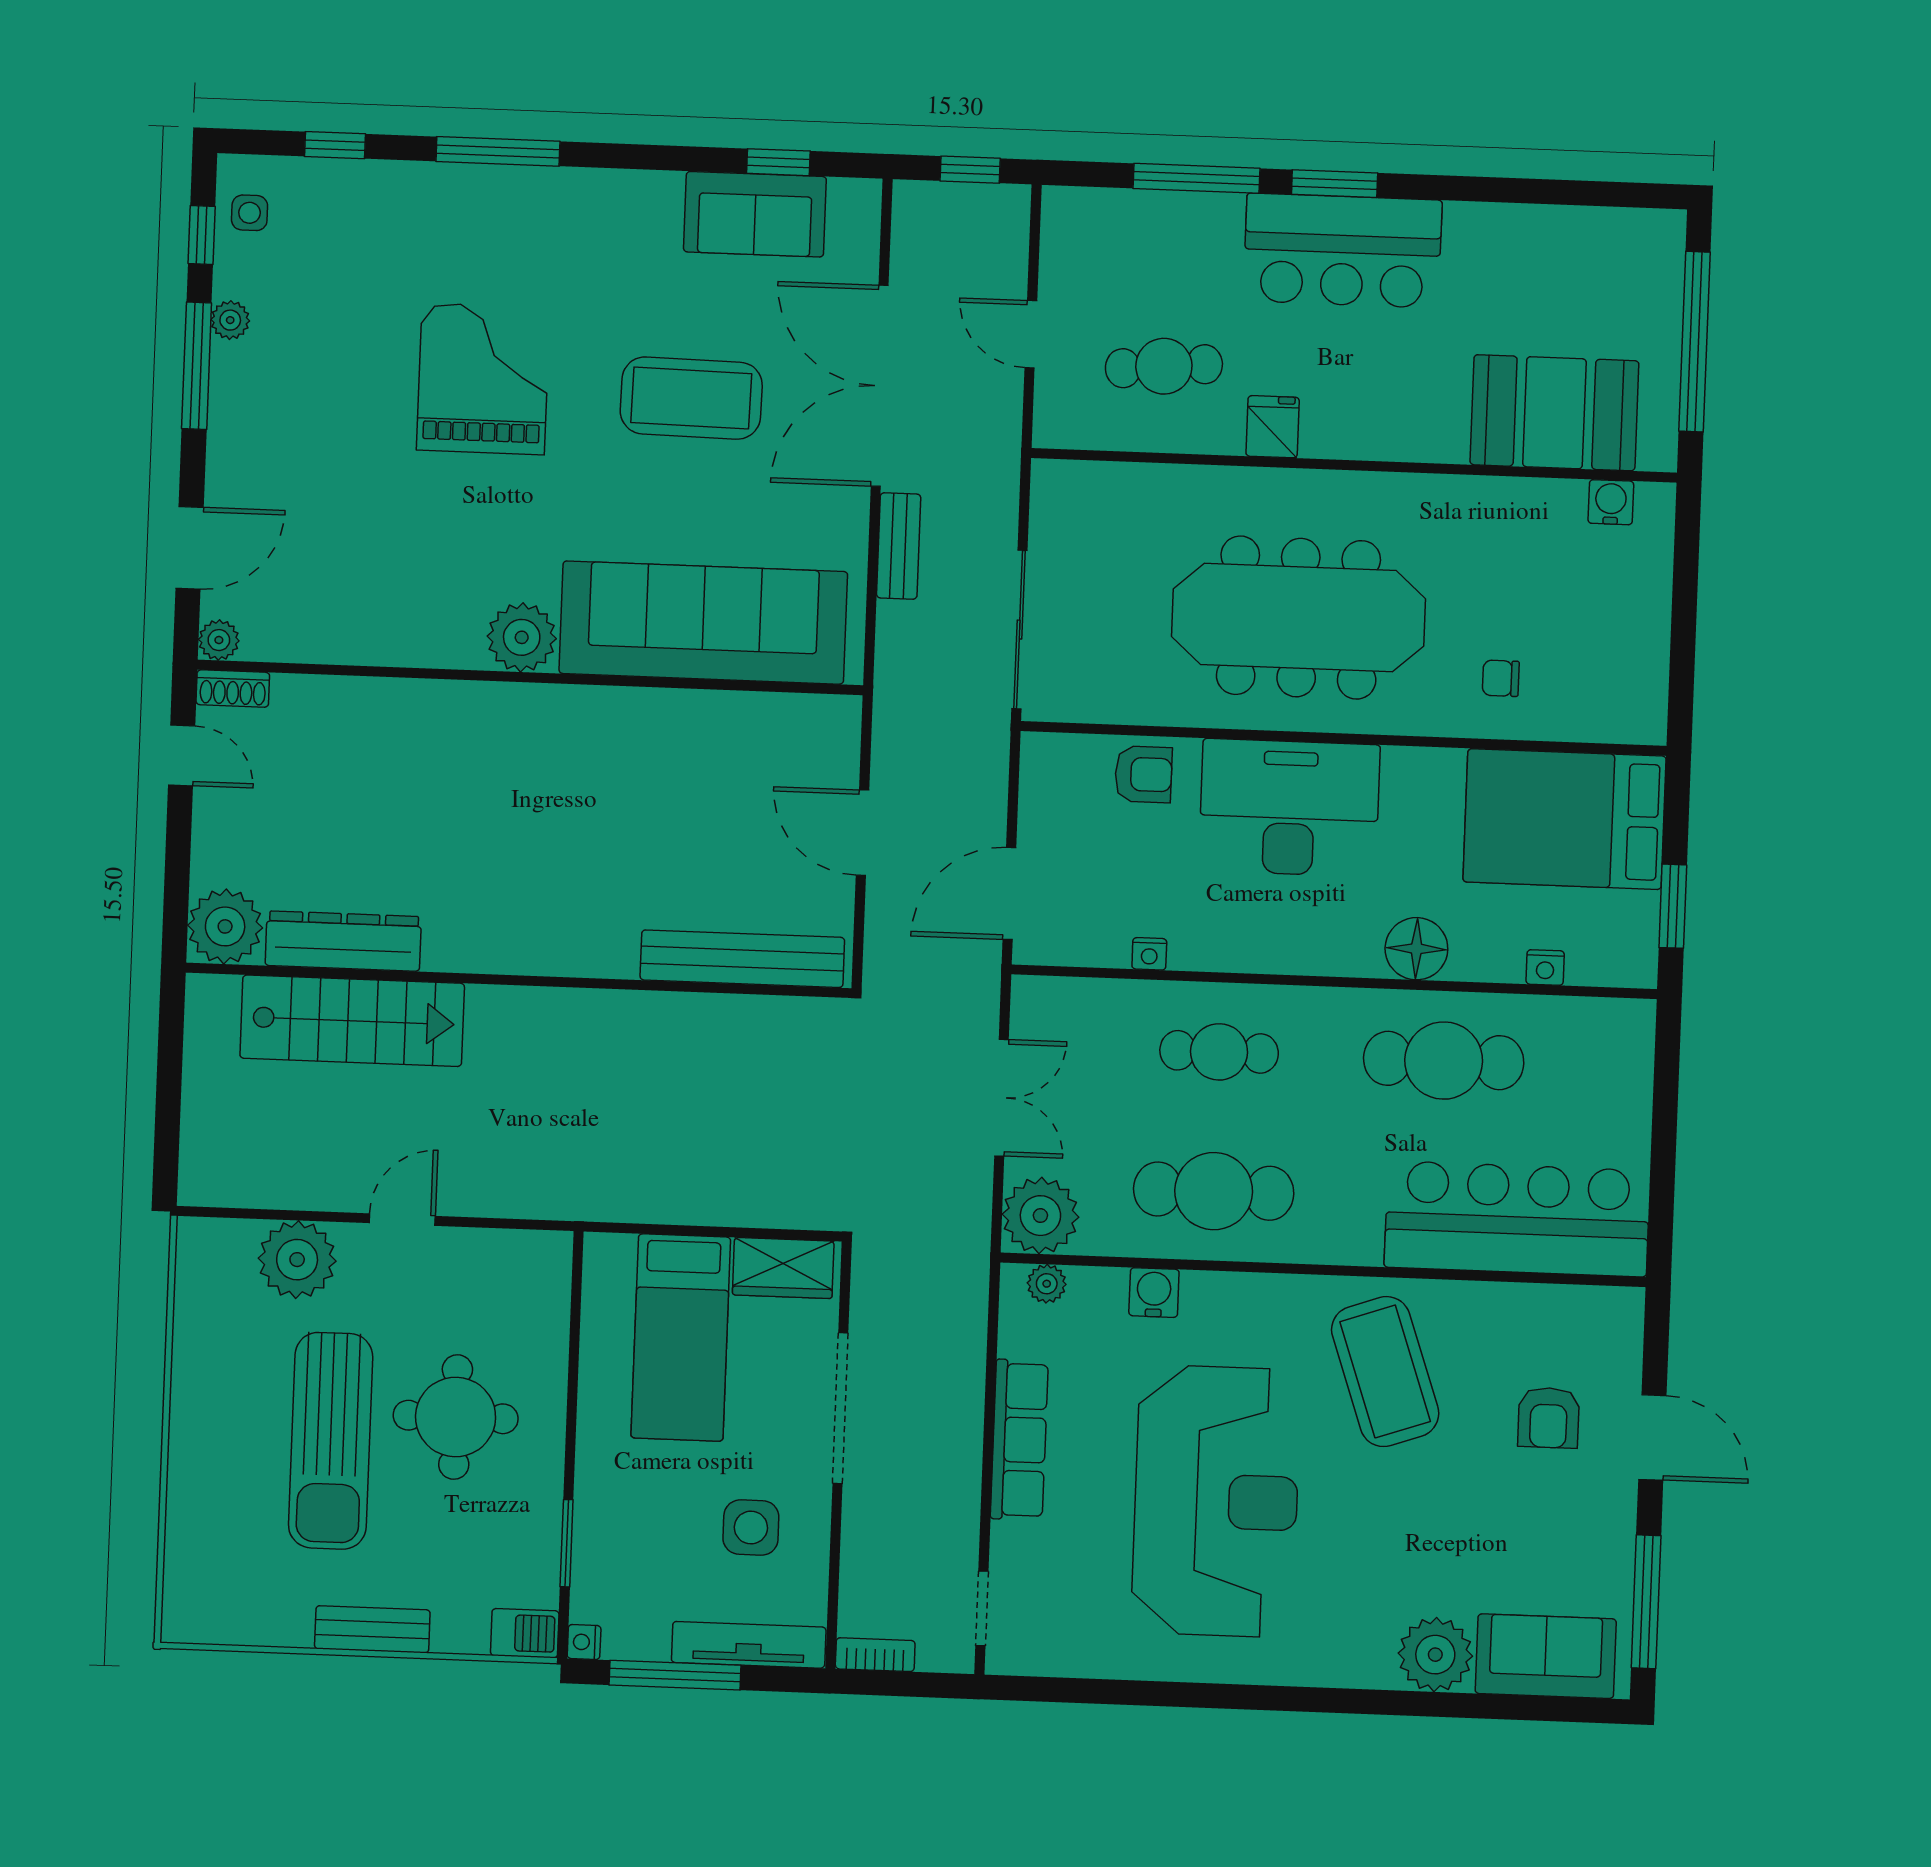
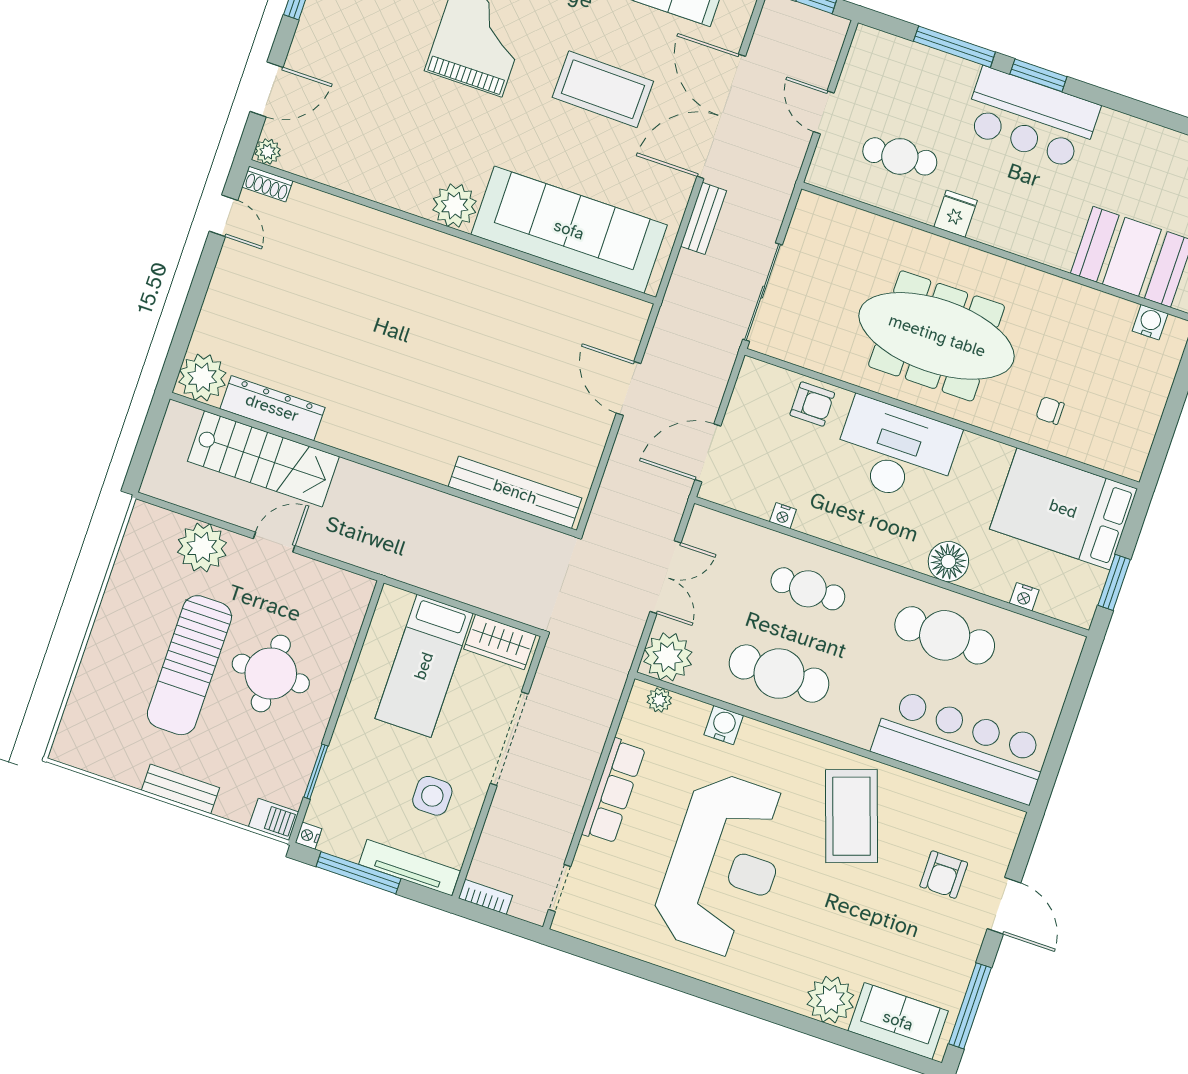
plant: (225, 926) -> (202, 377), moved
dresser: (343, 941) -> (272, 408), moved
bench: (742, 959) -> (515, 492), moved
wall: (519, 980) -> (373, 465), moved
stairs: (352, 1021) -> (263, 459), moved

